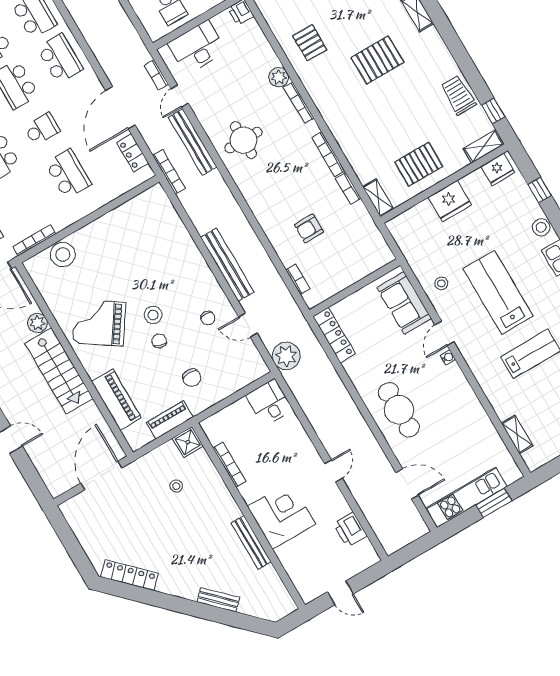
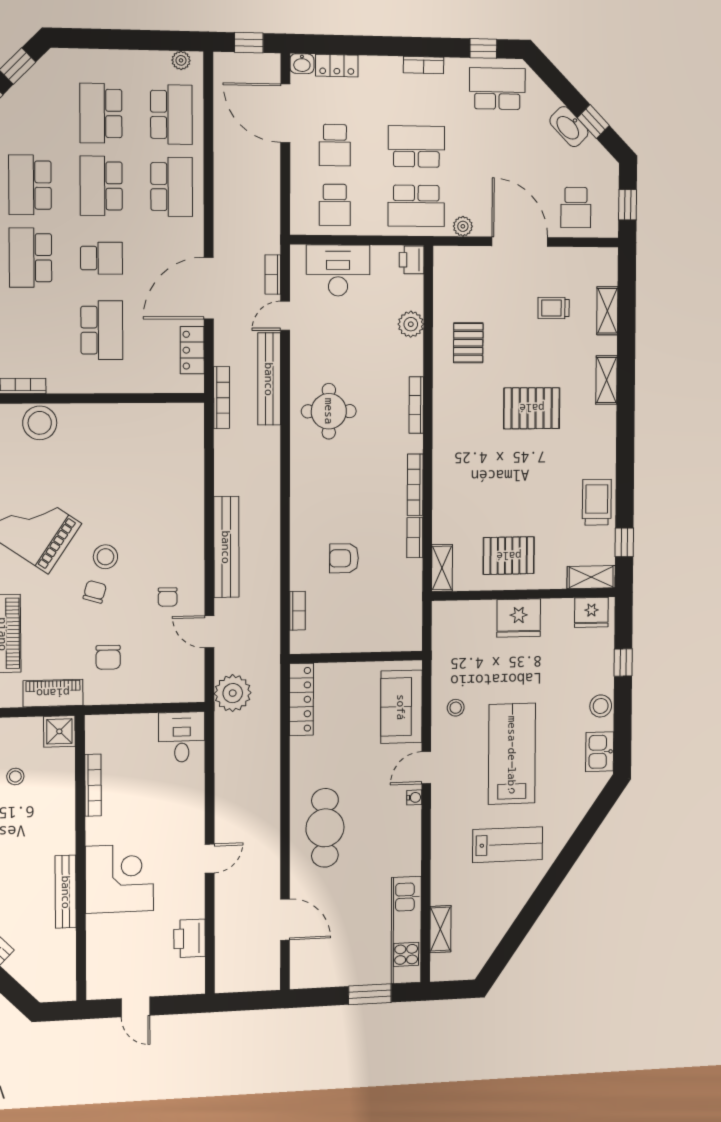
plant: (279, 77) -> (411, 324), moved
kitchen unit: (466, 497) -> (406, 930), moved, turned -90

